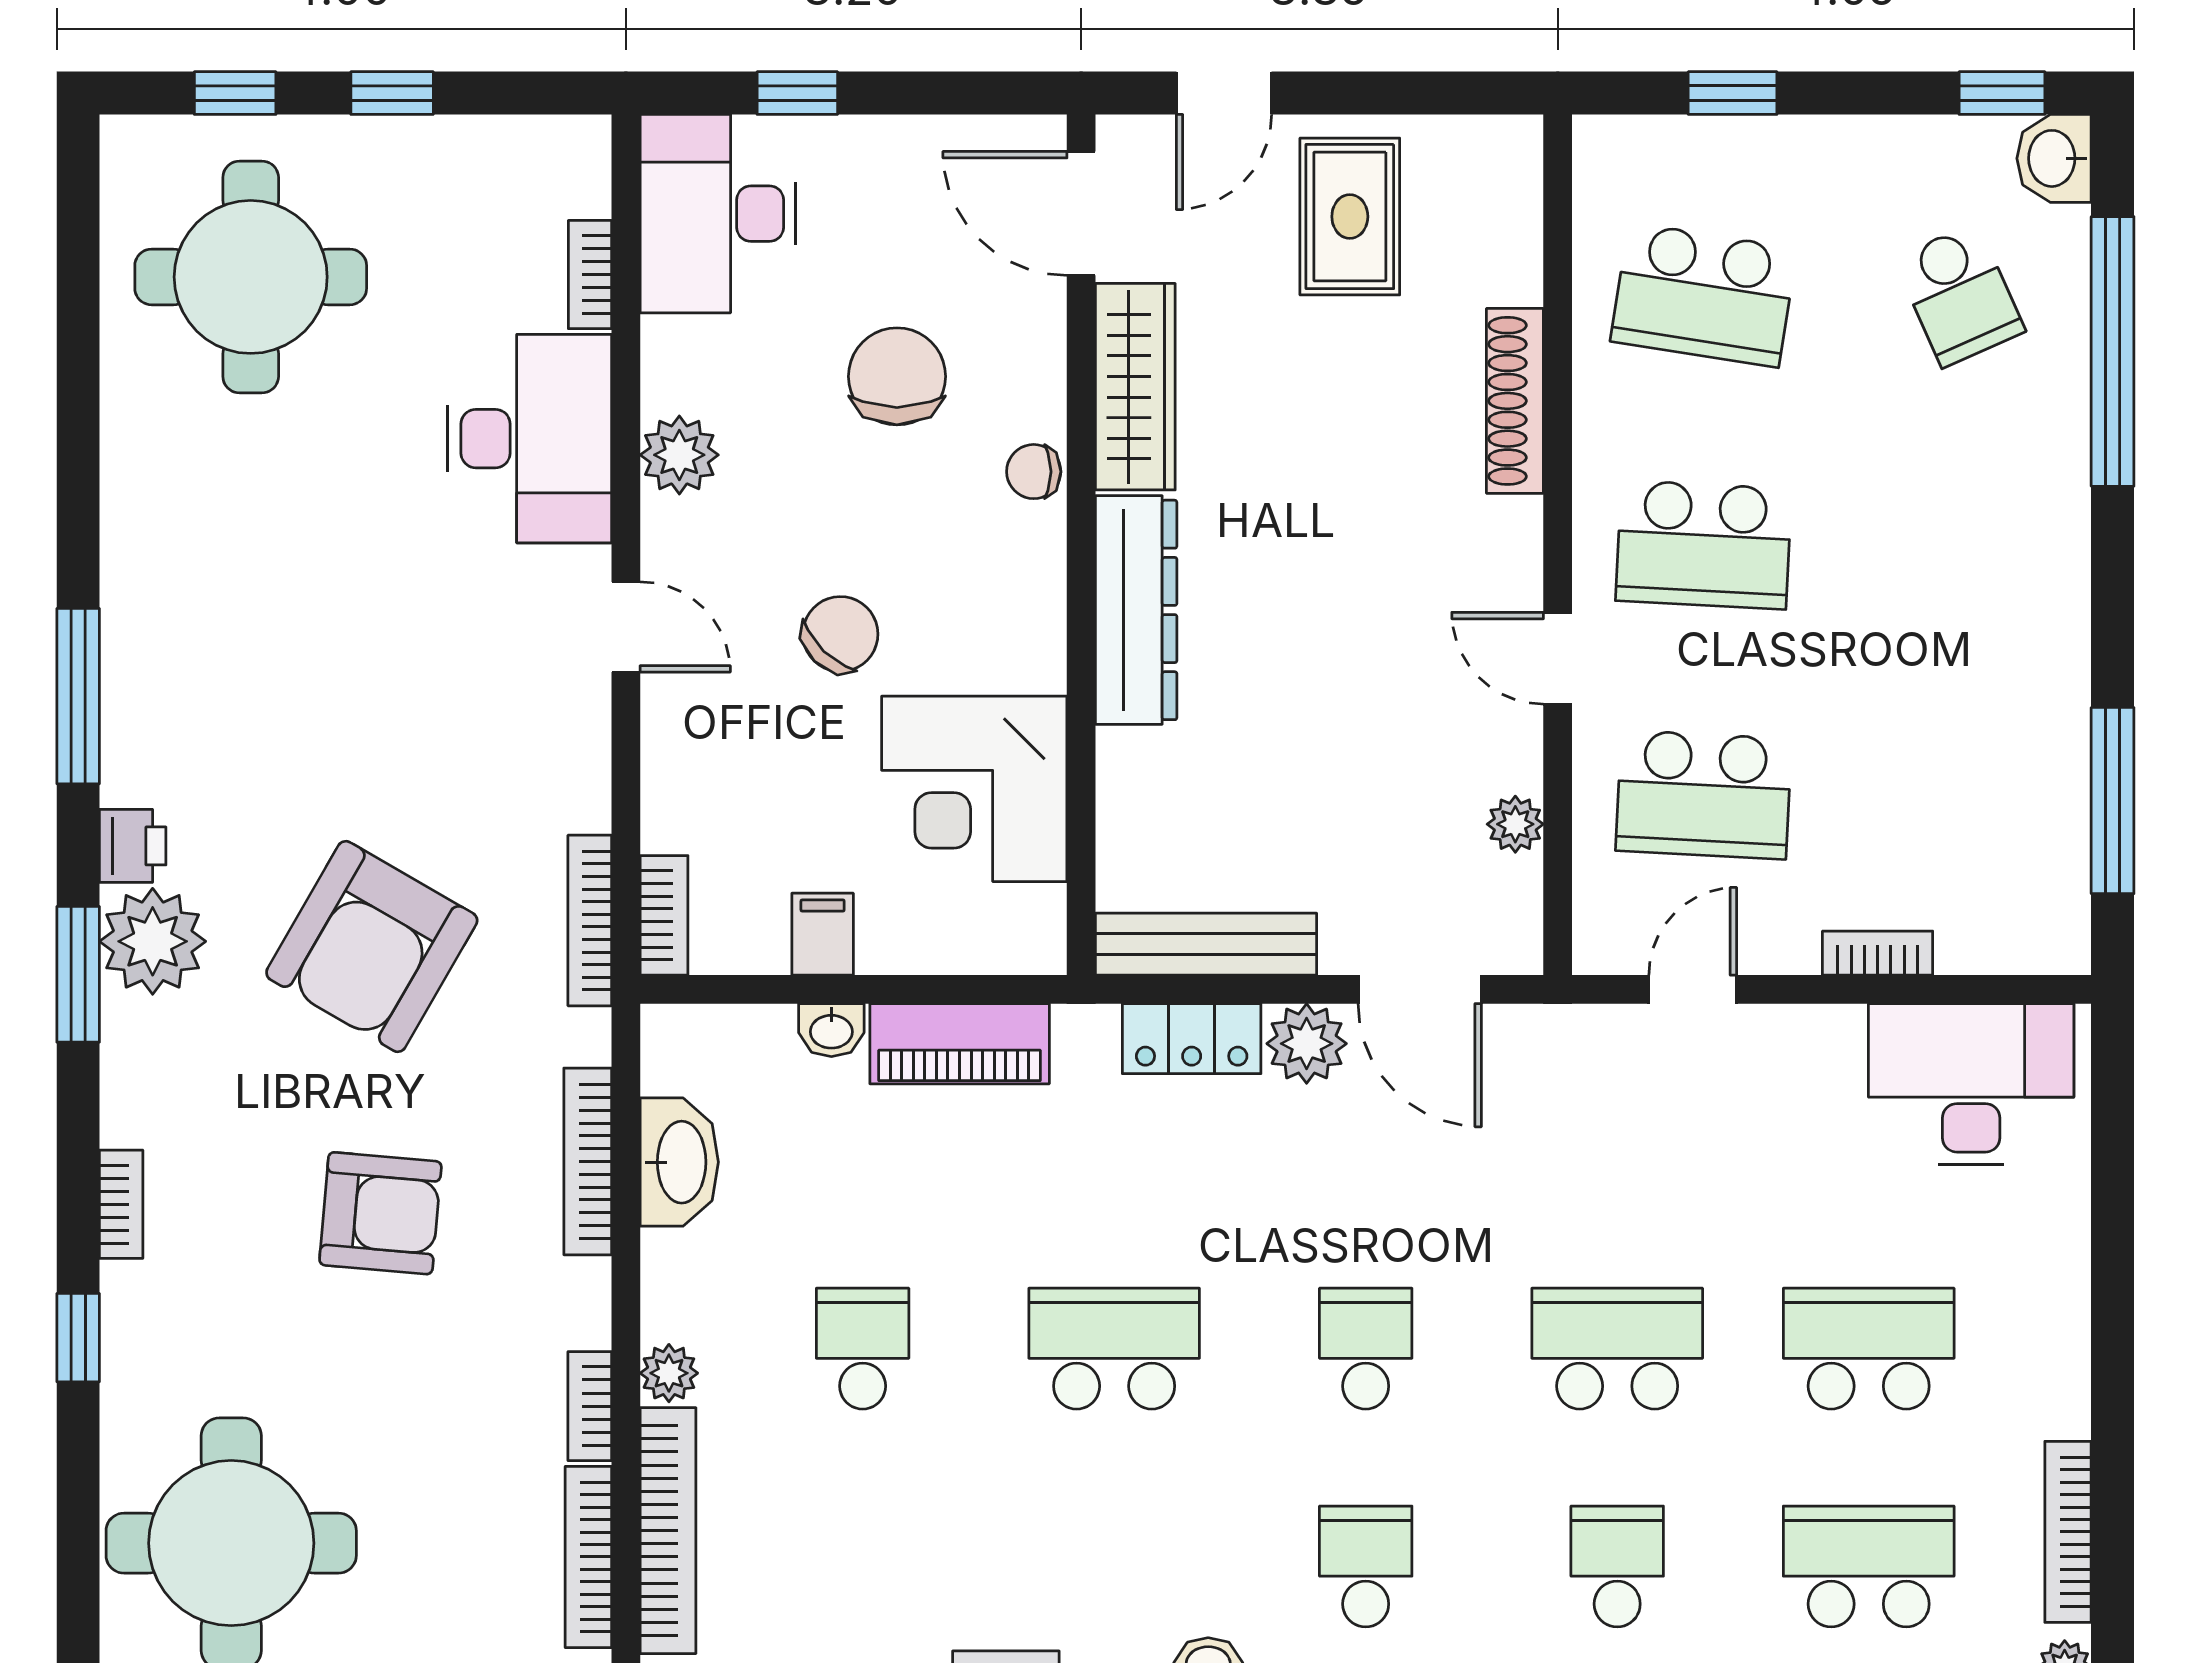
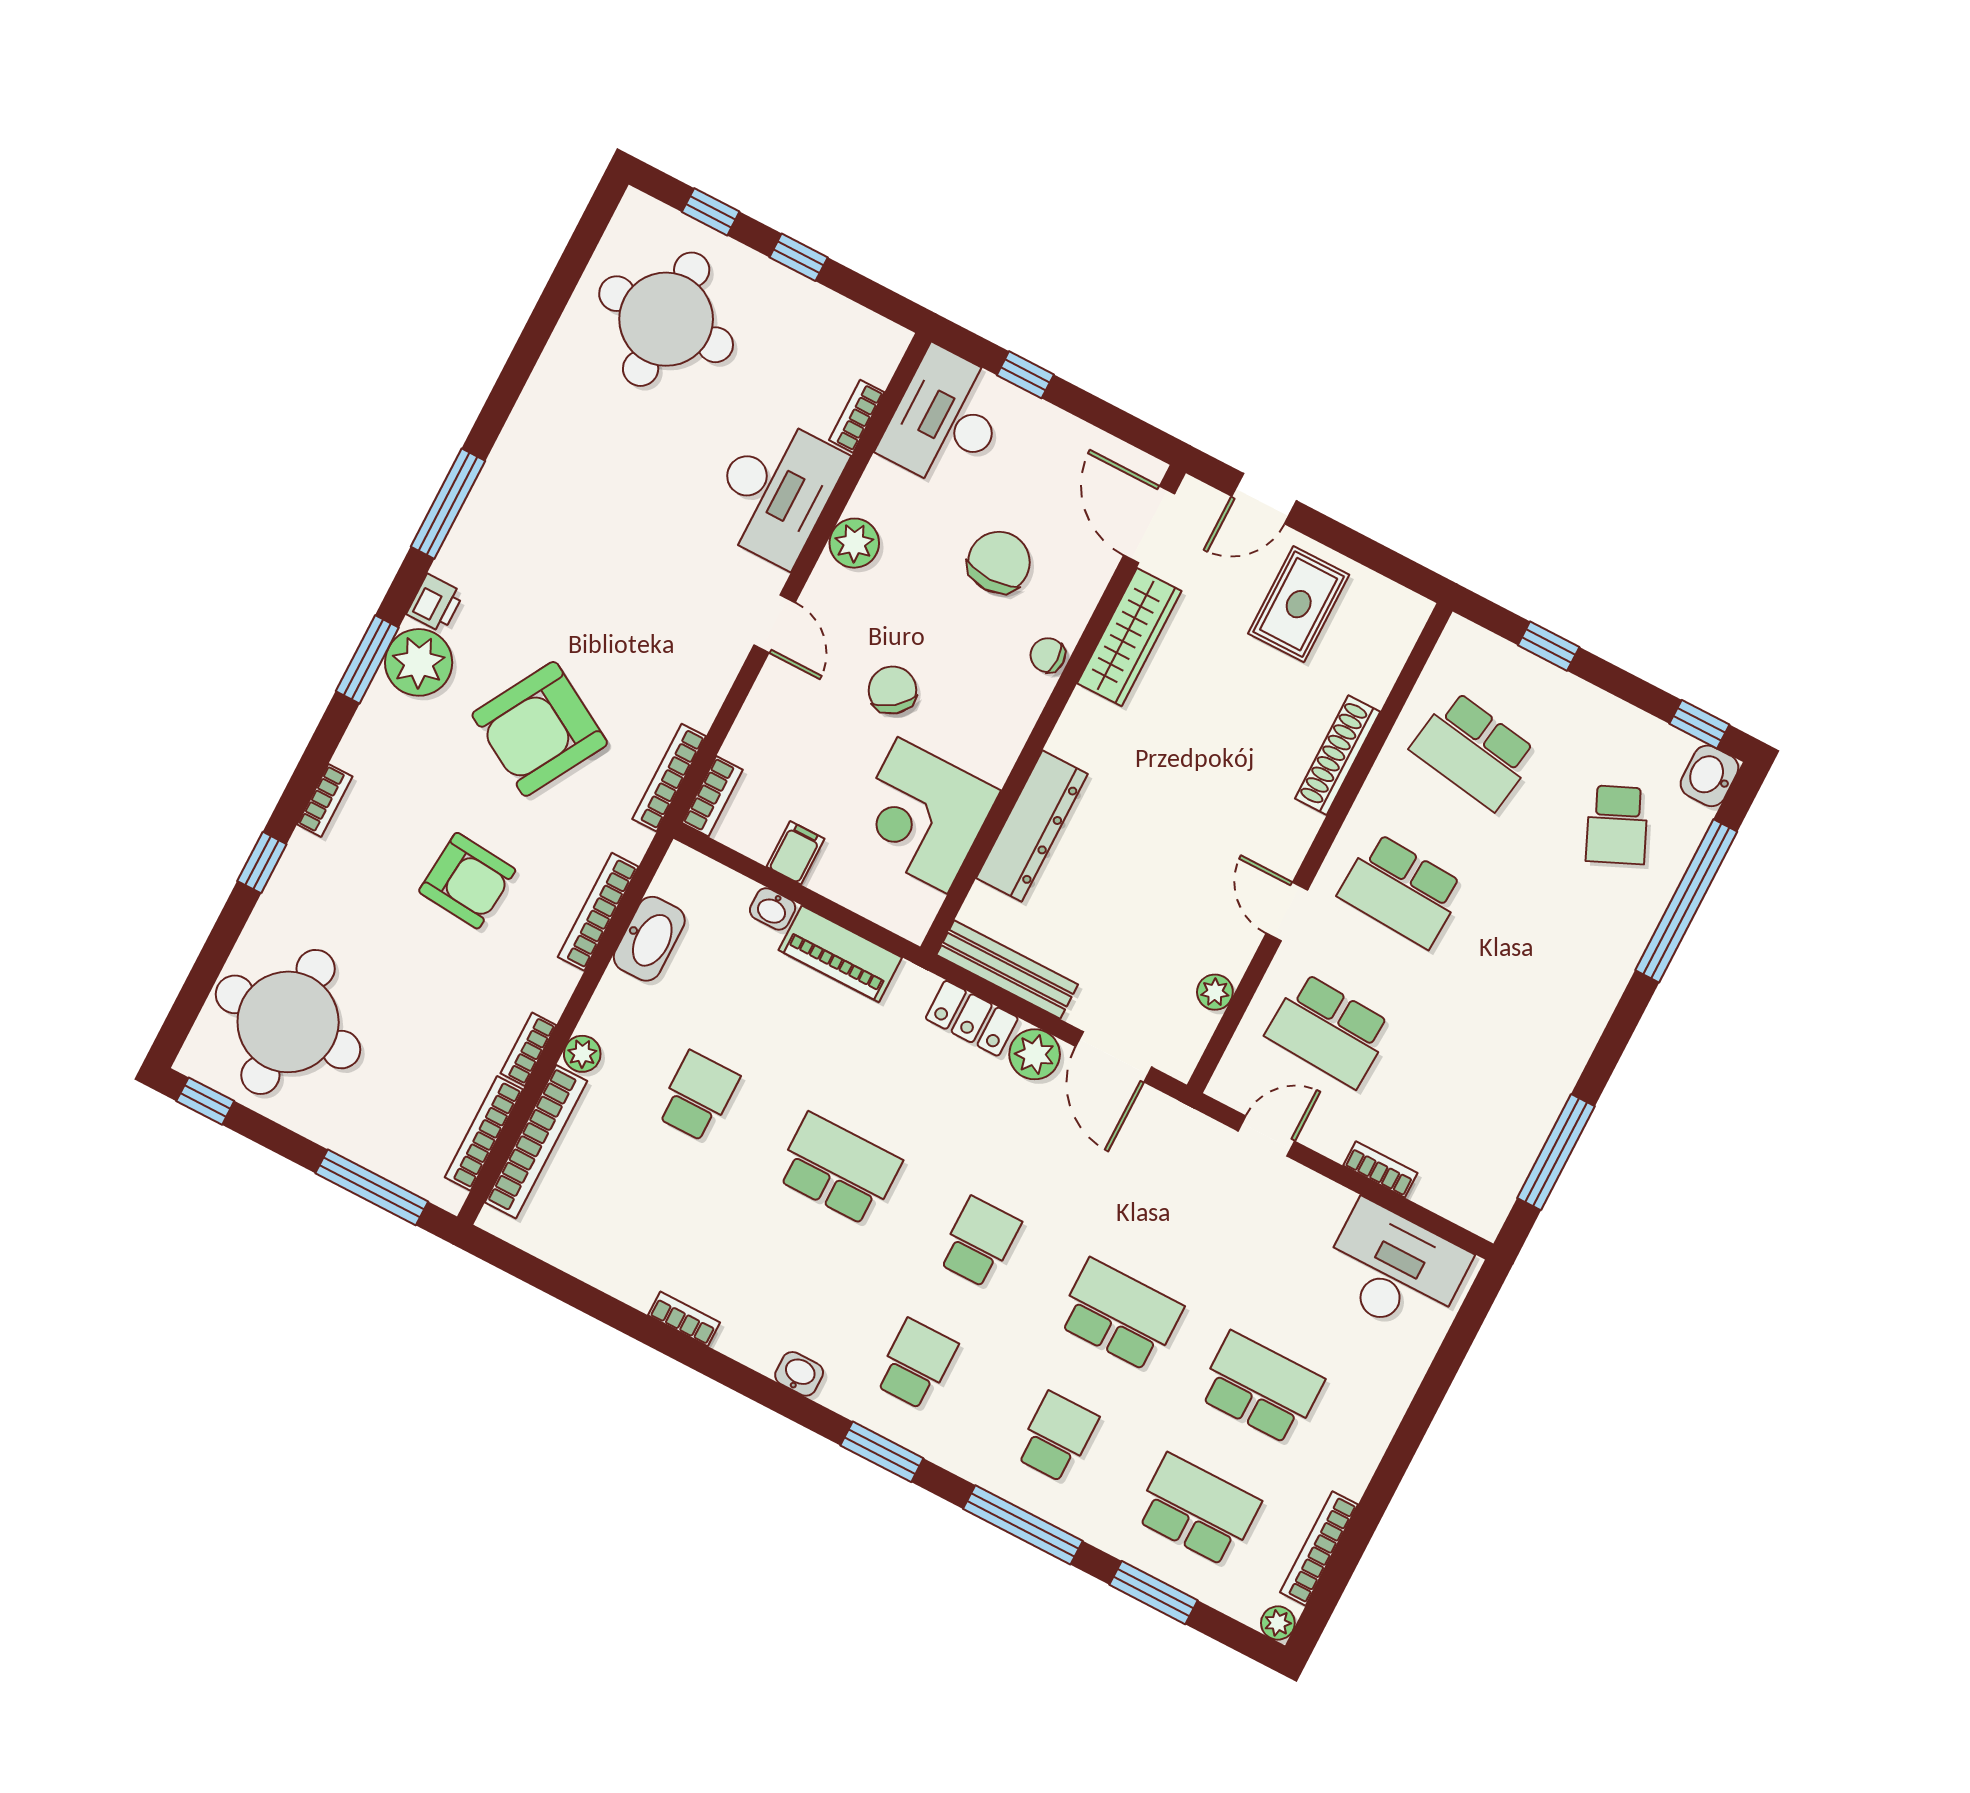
dresser: (1136, 610) -> (1032, 826), moved
chair: (840, 634) -> (892, 690), turned -82

